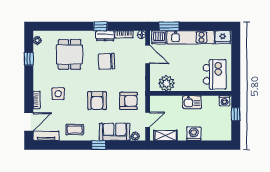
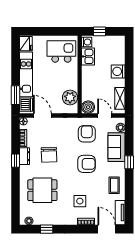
door: (148, 54) -> (42, 115), hinge flipped
boiler: (156, 102) -> (88, 107), added
kitchen sink: (192, 102) -> (88, 56), moved

